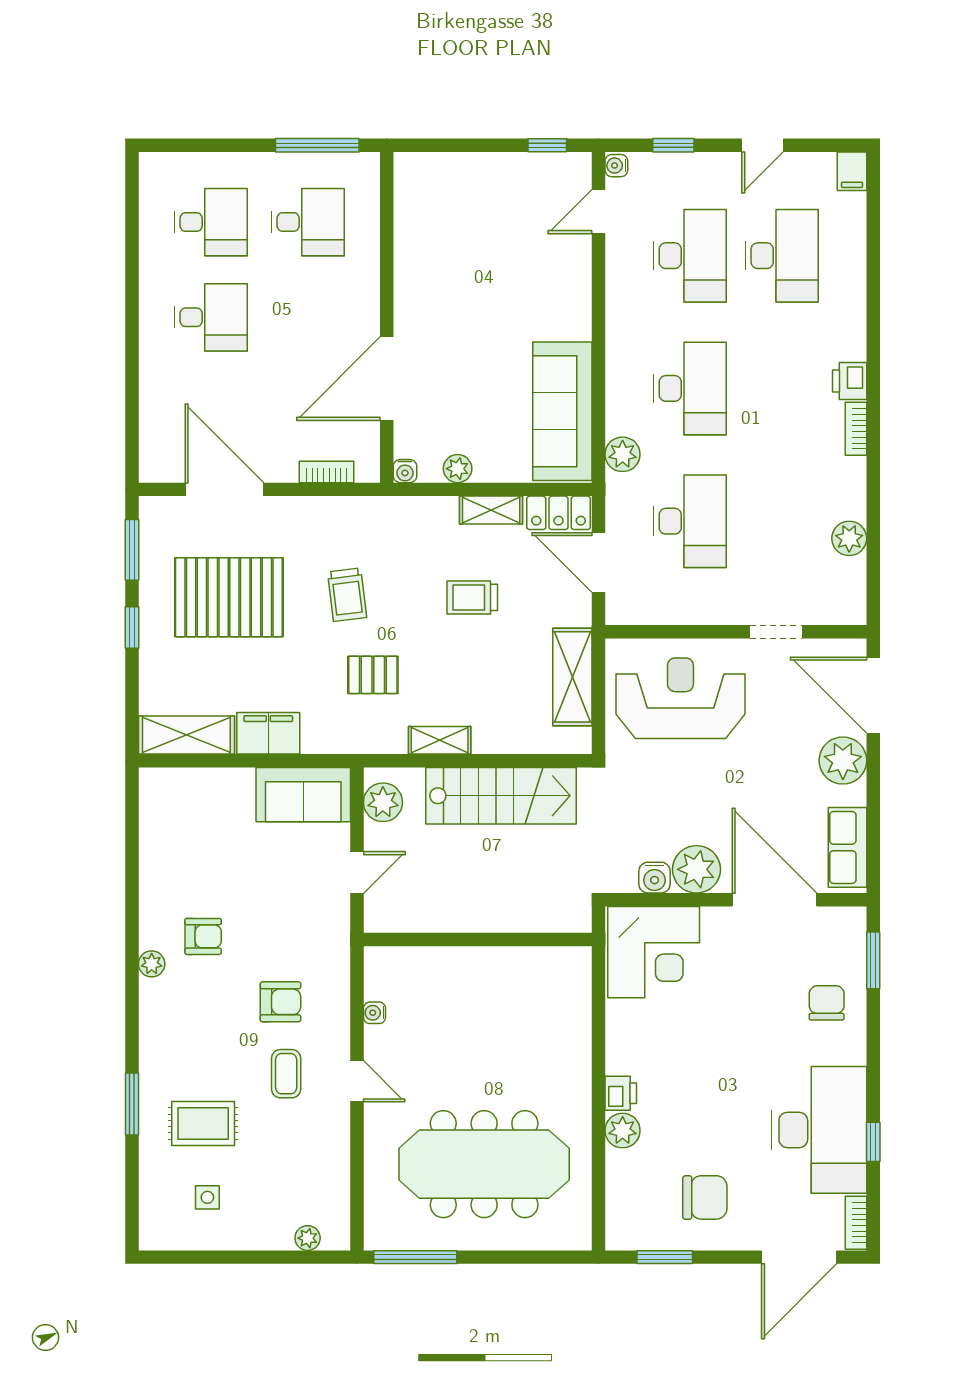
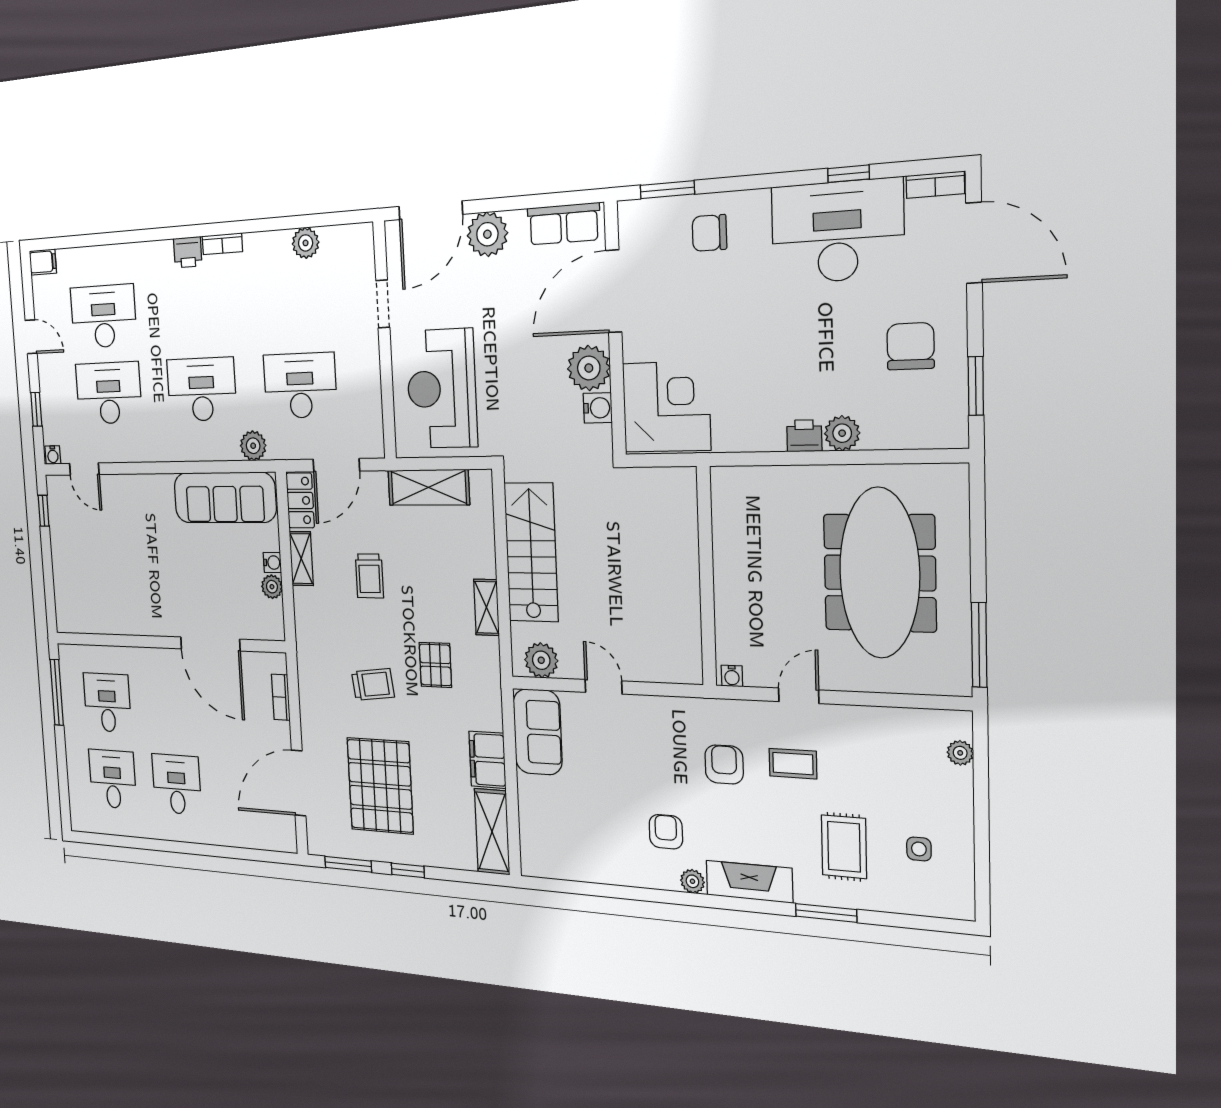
water cooler: (405, 471) -> (272, 563), moved
wall: (478, 939) -> (706, 576), moved
fireplace: (157, 1025) -> (749, 882), added

